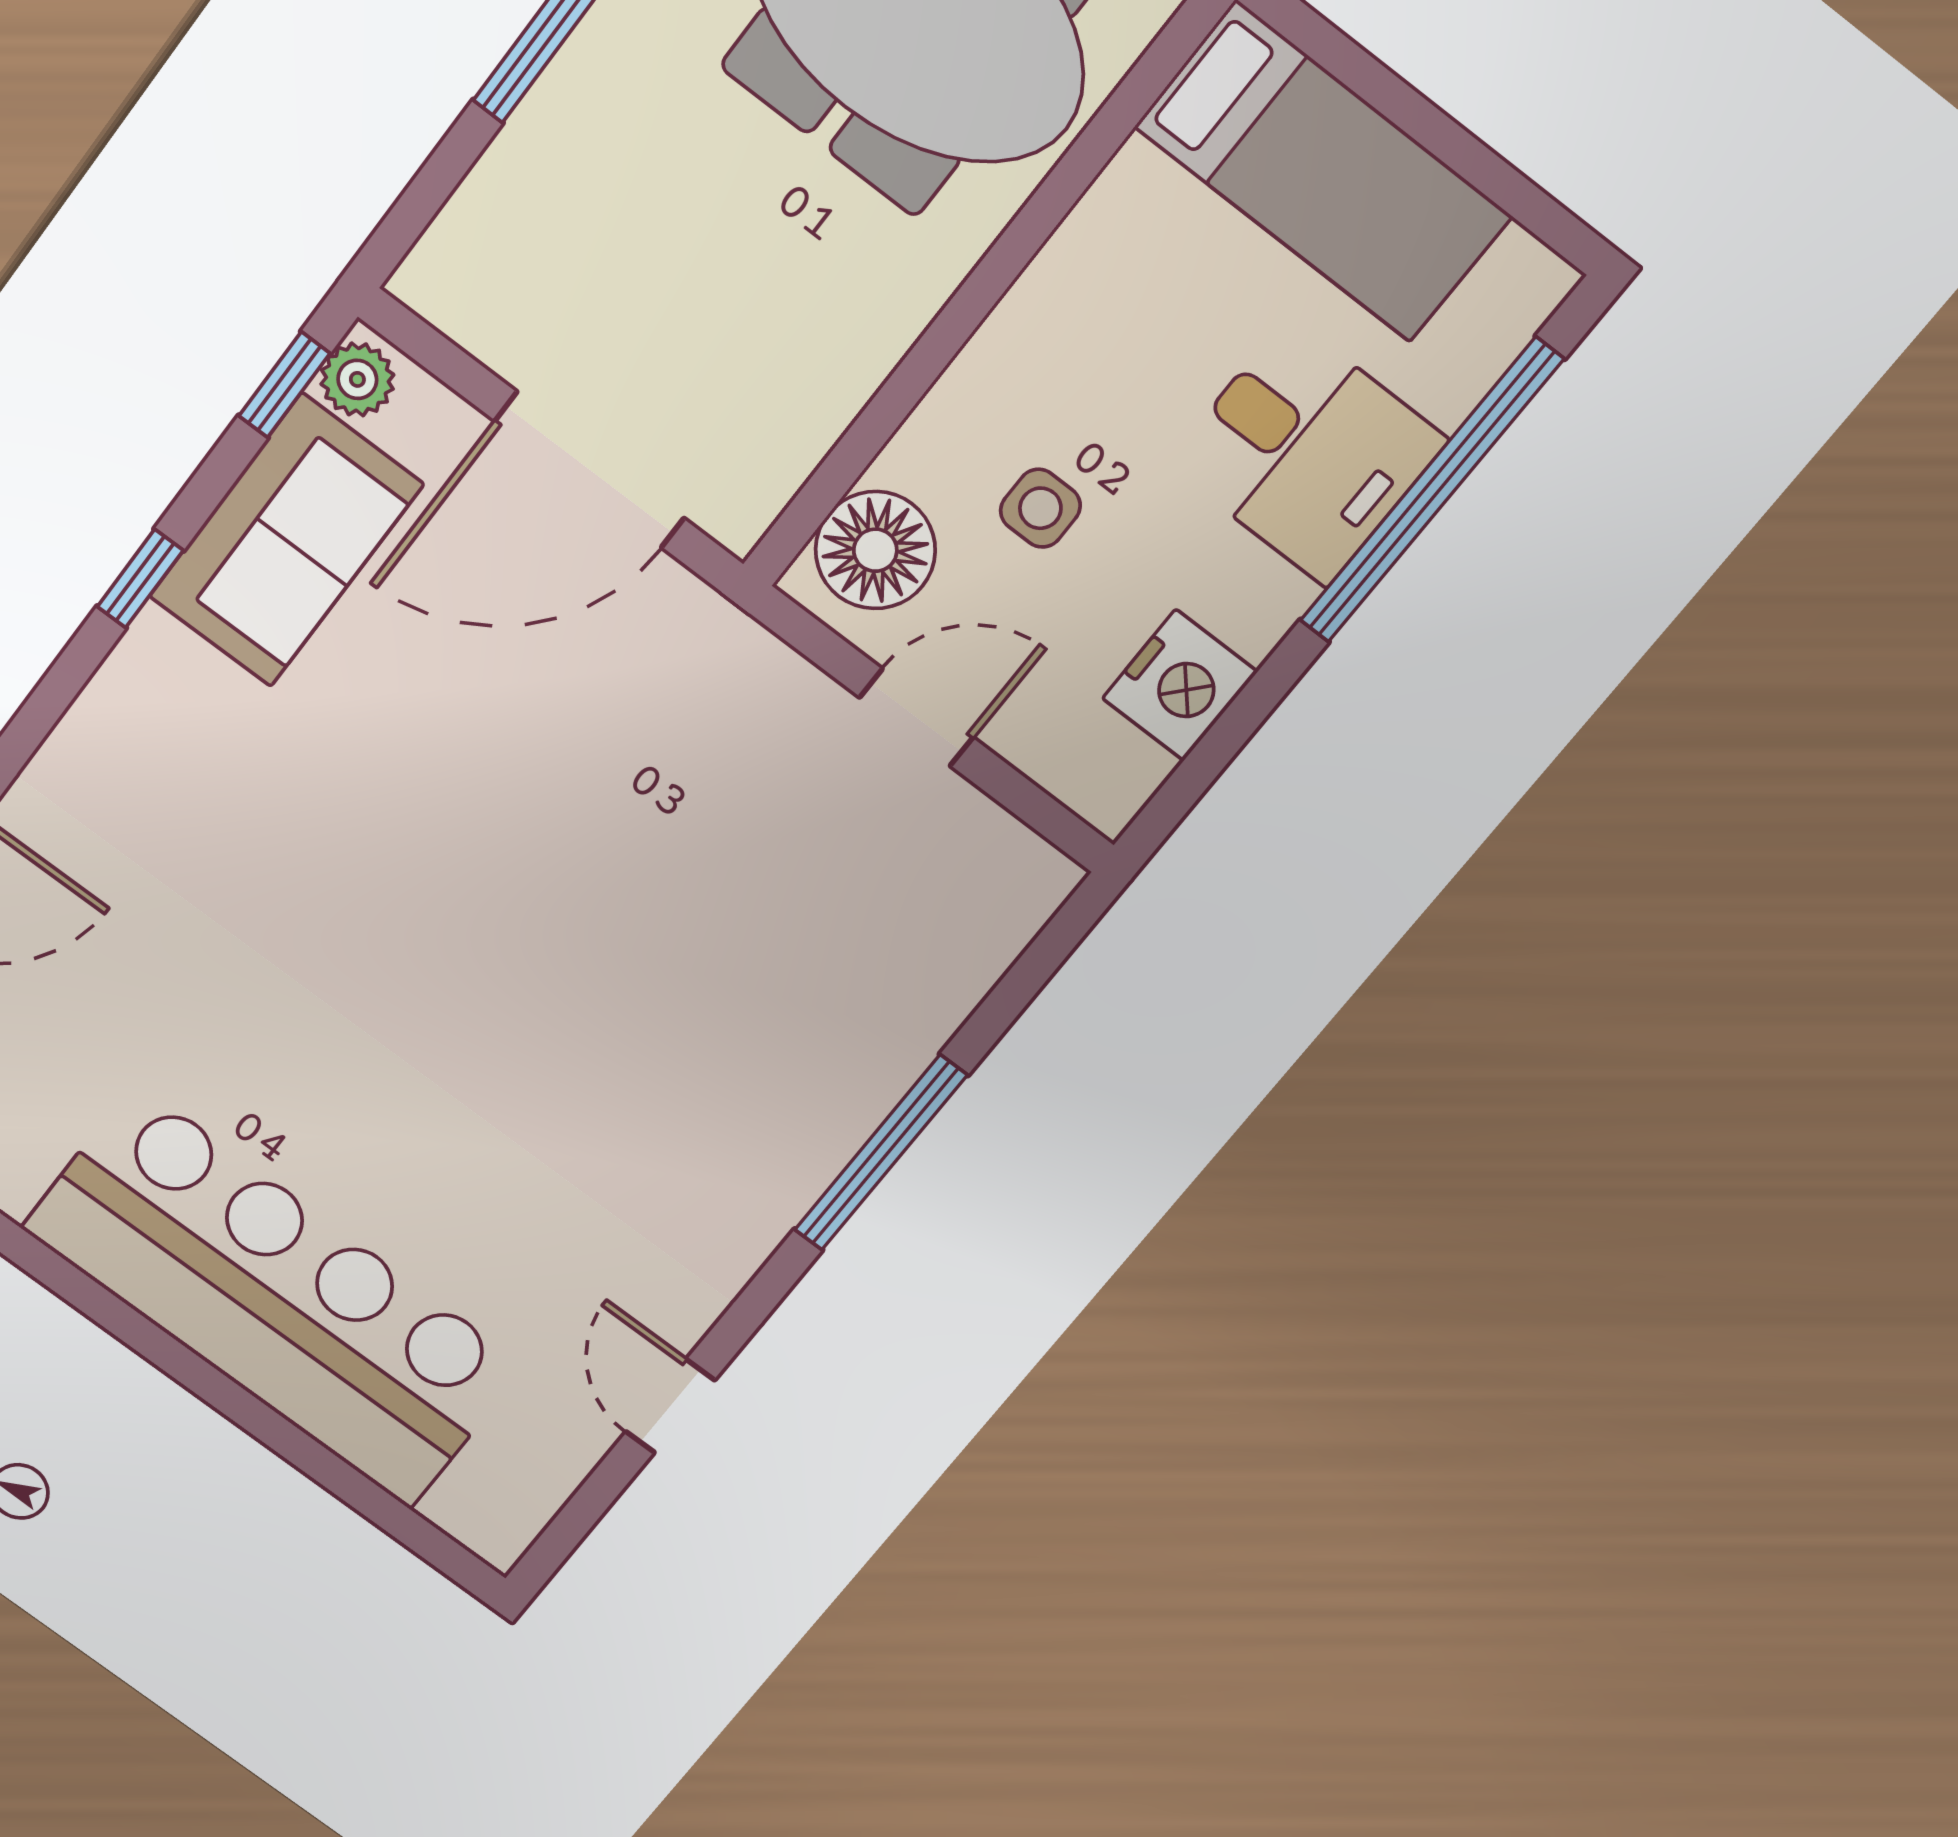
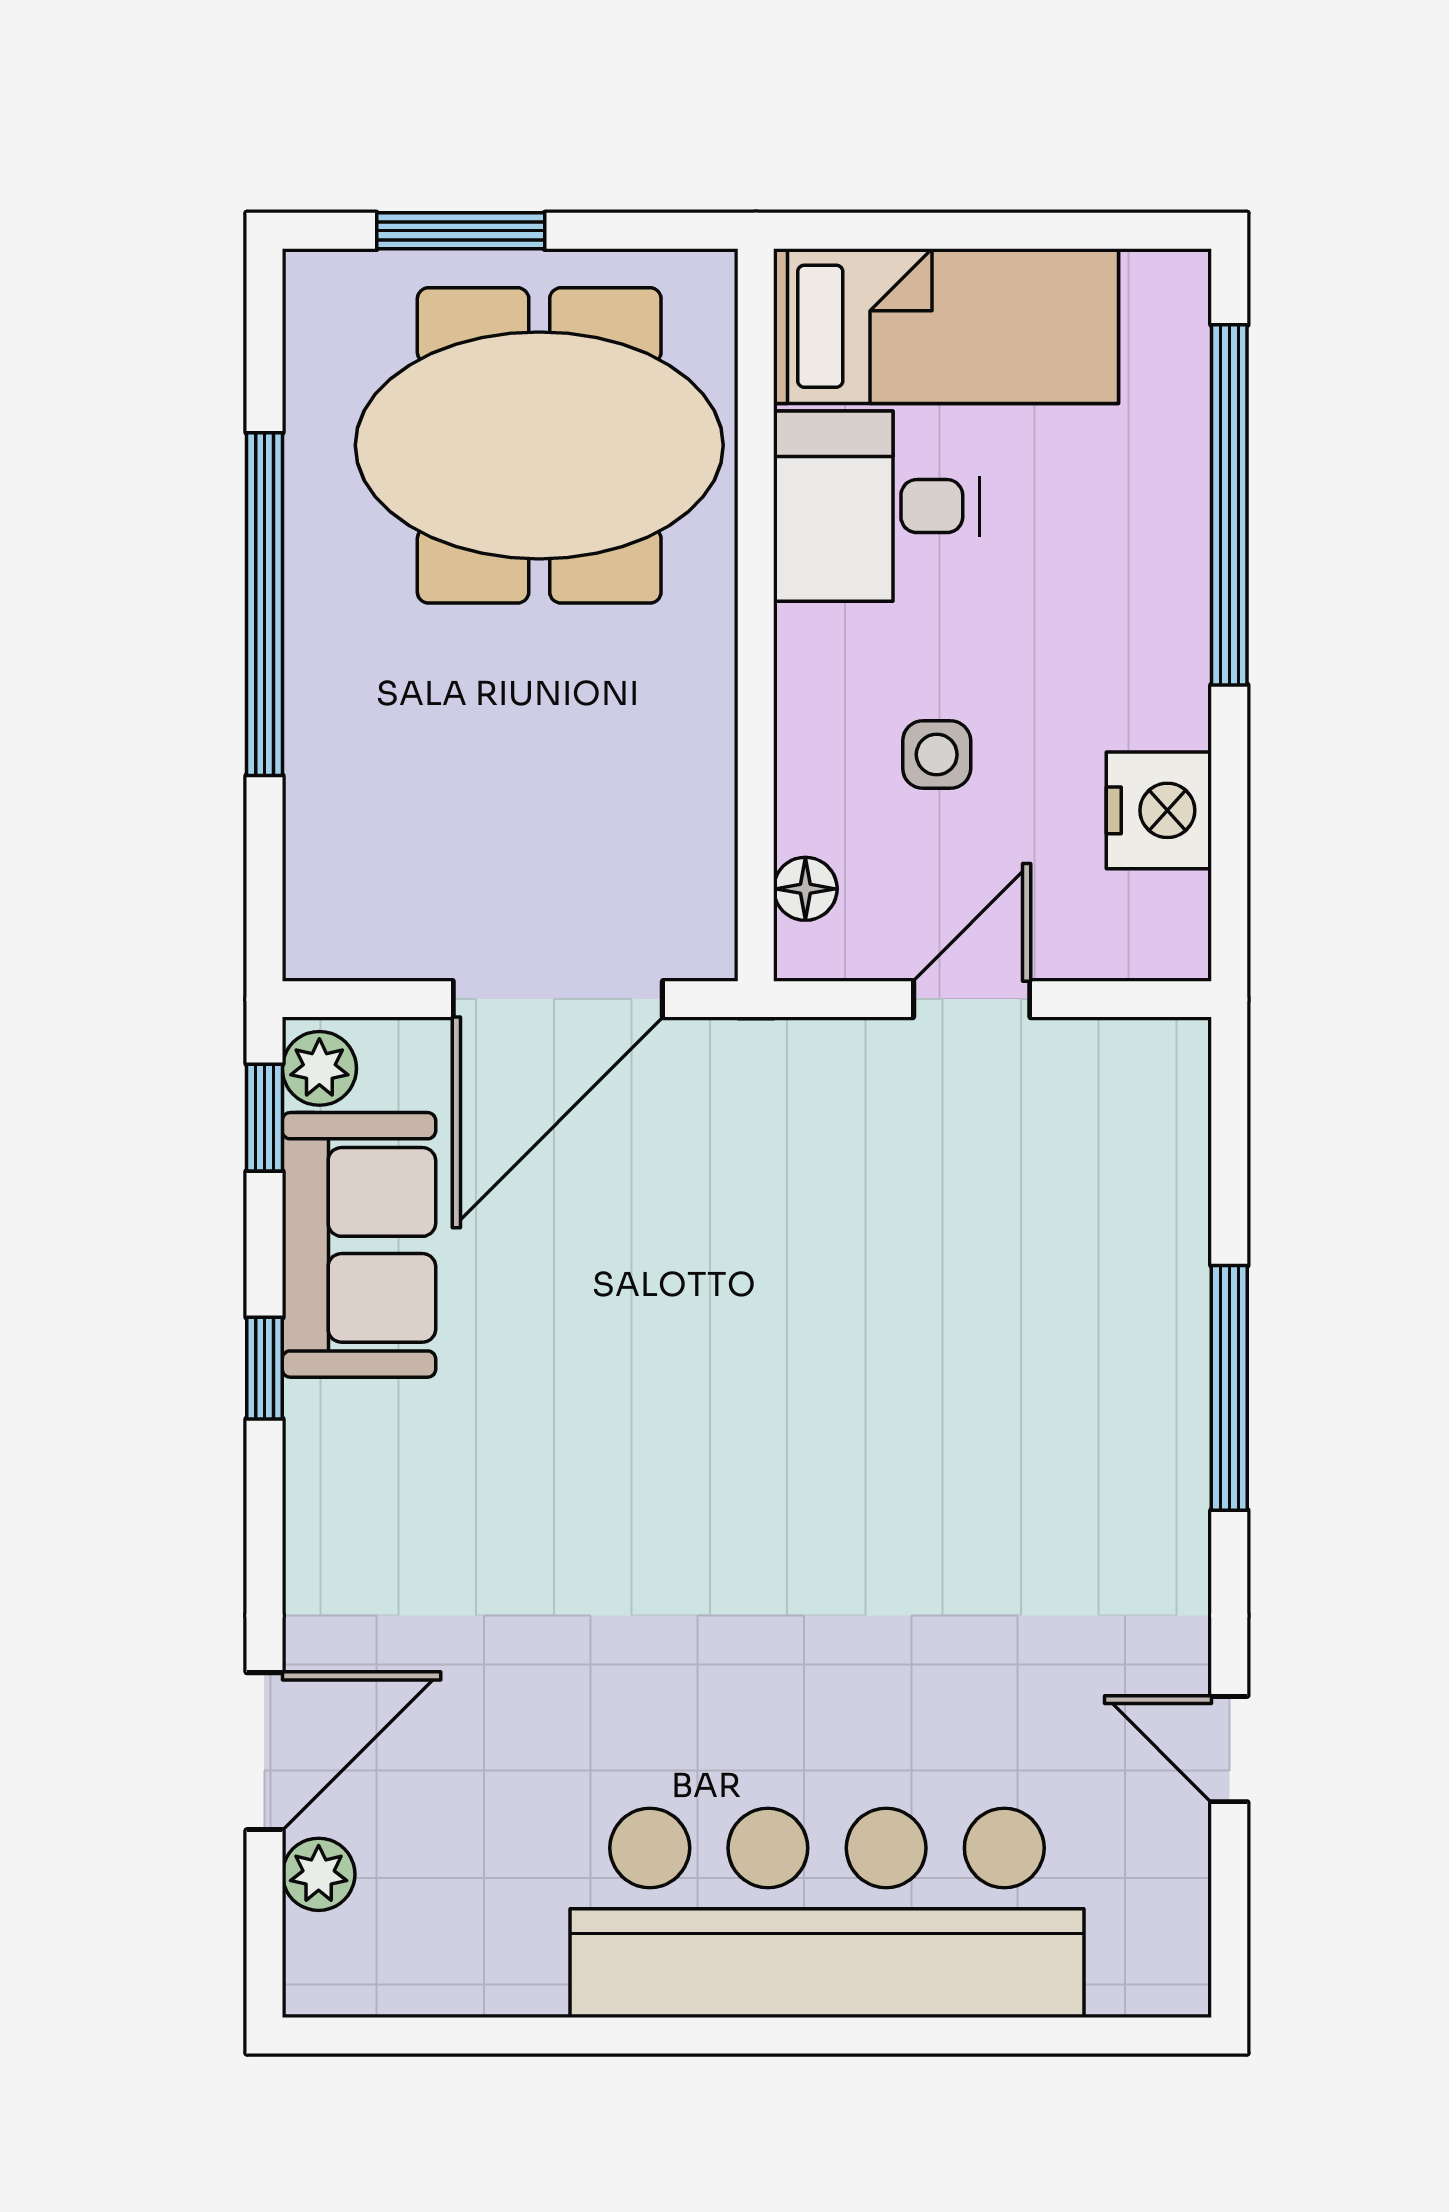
desk: (1307, 452) -> (876, 506), moved, turned 180
floor lamp: (875, 550) -> (805, 889), width x0.53, depth x0.53

